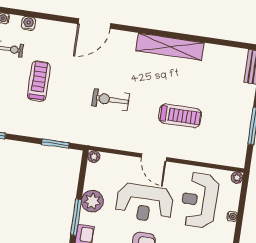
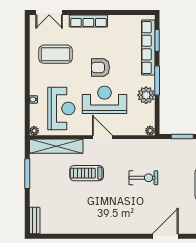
shelving: (170, 47) -> (56, 146), moved

